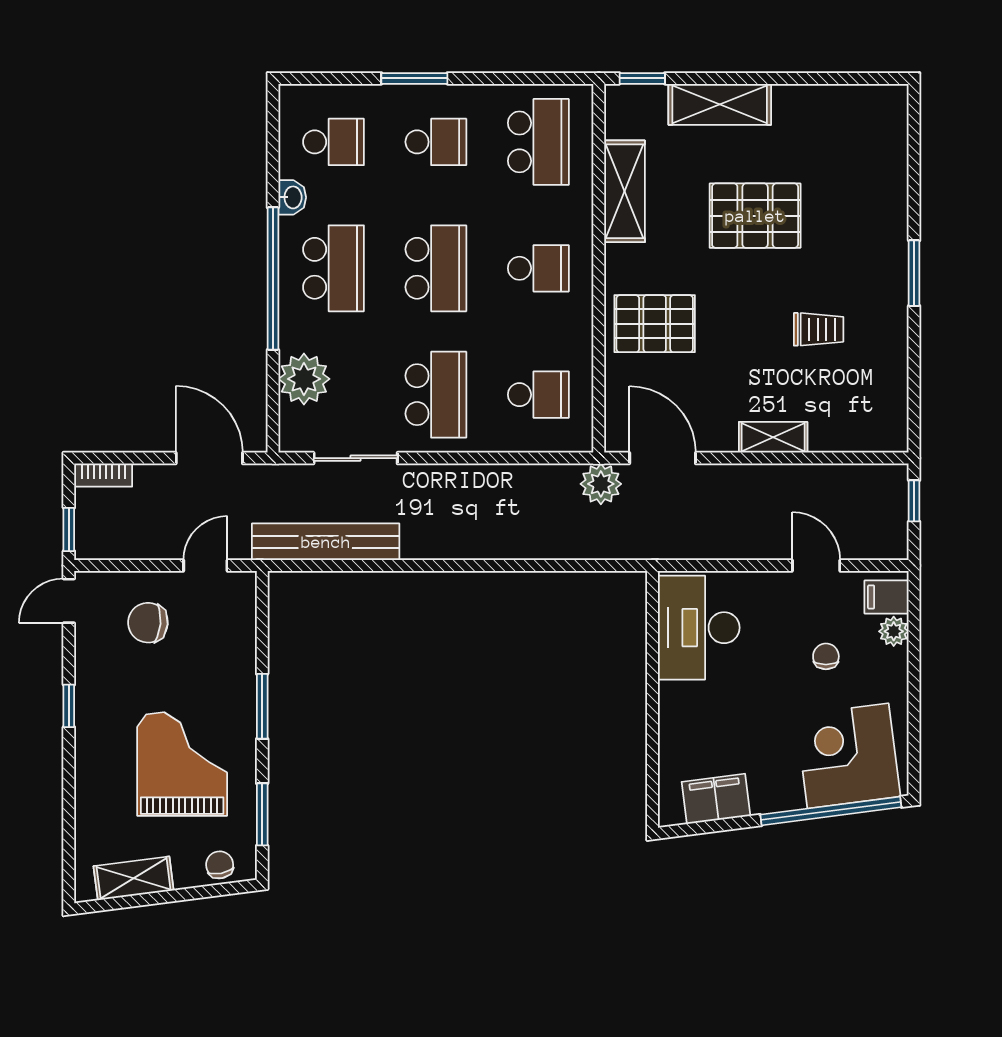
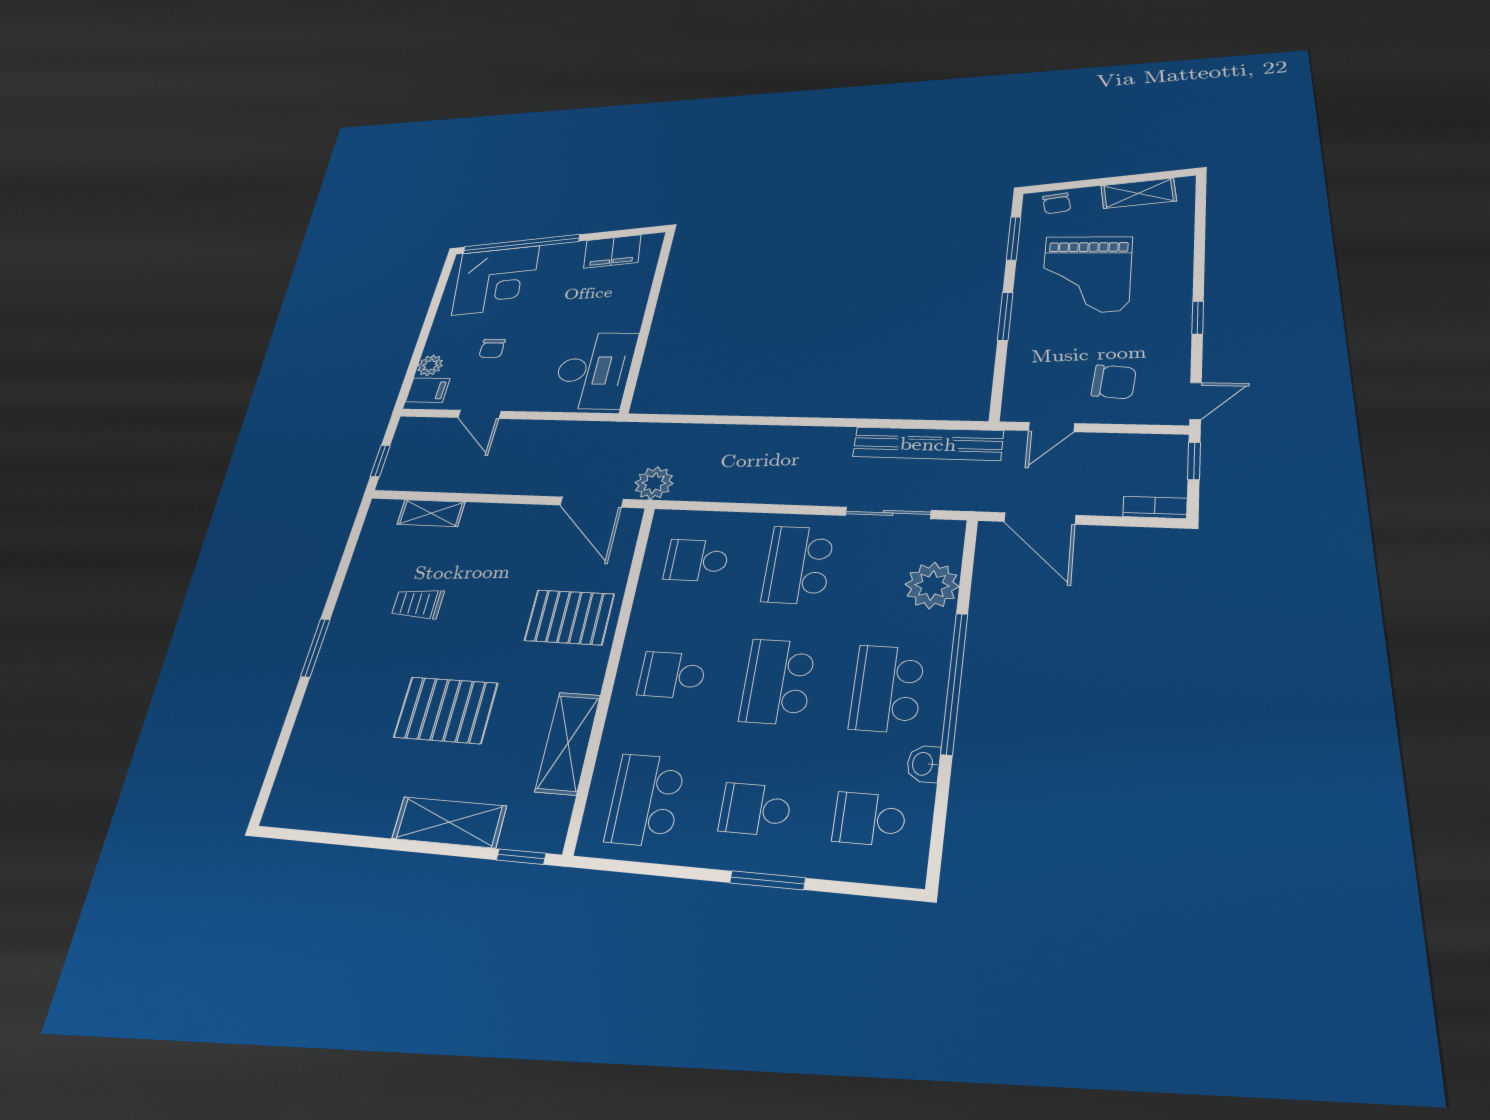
shelving: (773, 437) -> (431, 513), moved

